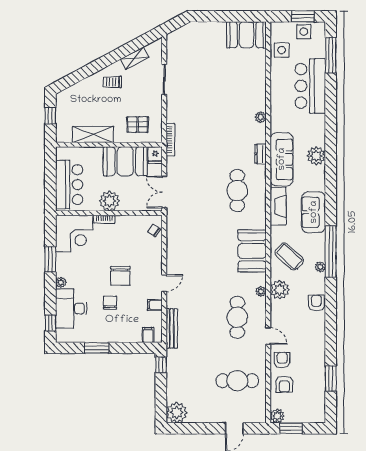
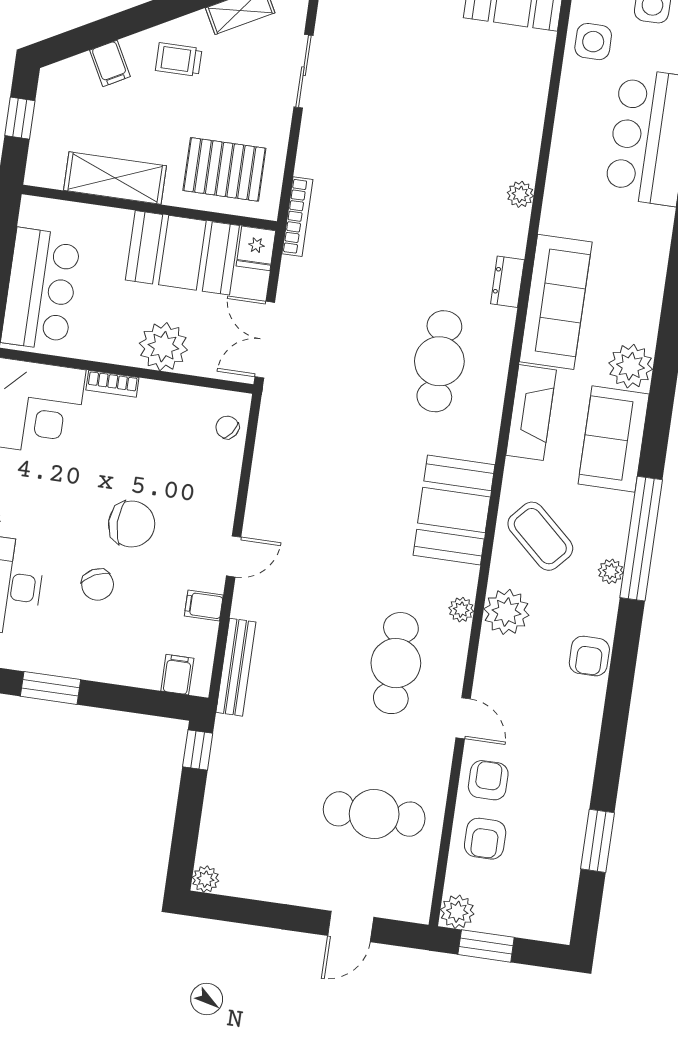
filing cabinet: (84, 88) -> (110, 63), added
pallet: (138, 124) -> (224, 169), width x1.50, depth x1.42
plant: (316, 156) -> (631, 366), moved
plant: (109, 201) -> (163, 347), moved
chair: (120, 276) -> (132, 524), turned -90
chair: (110, 303) -> (98, 585), turned 153
armchair: (316, 303) -> (589, 656), turned 180
plant: (177, 413) -> (206, 879), width x0.53, depth x0.53

